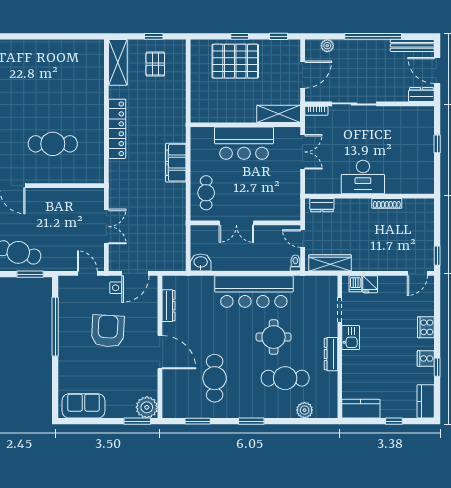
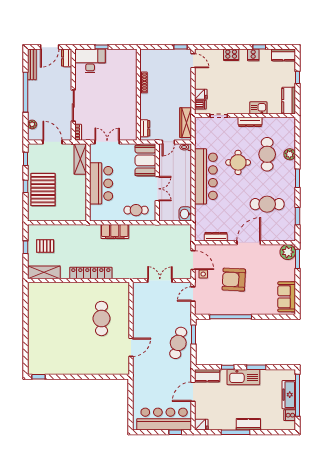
desk: (363, 177) -> (90, 61), moved, turned -90
booth: (276, 206) -> (145, 160), added
kitchen sink: (351, 338) -> (258, 108), moved
plant: (305, 410) -> (290, 154), moved

